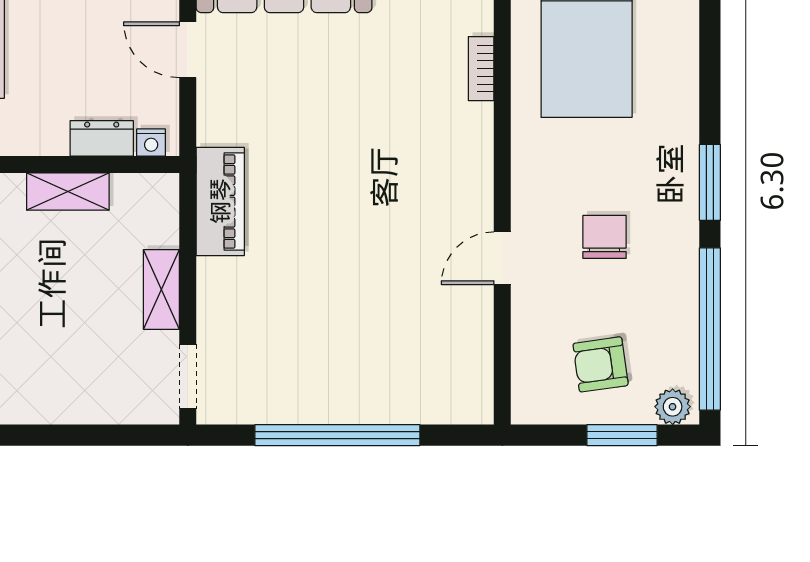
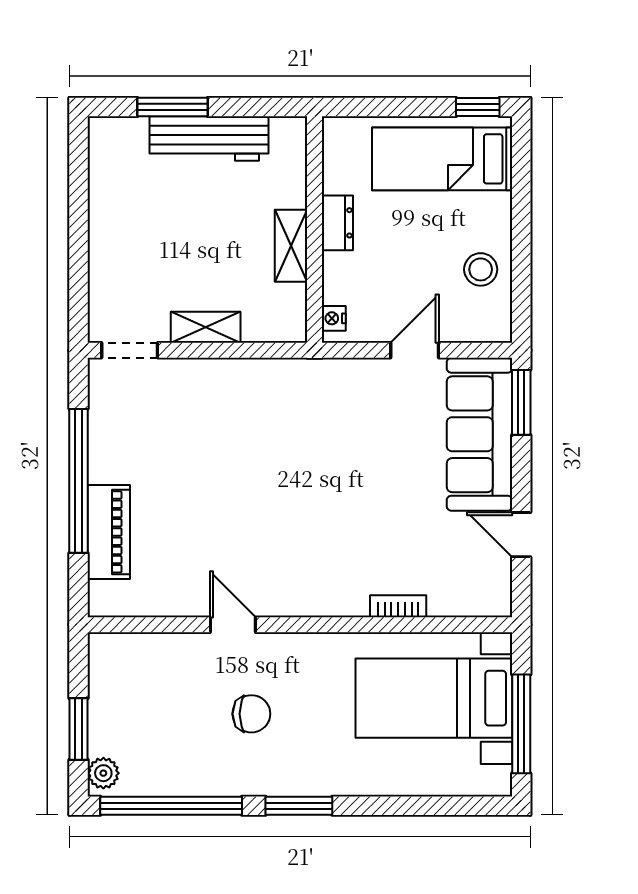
dresser: (102, 138) -> (337, 223), moved
piano: (220, 201) -> (109, 532), moved, turned -90
armchair: (601, 364) -> (140, 710), removed

